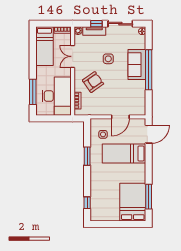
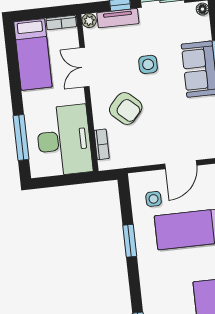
armchair: (93, 82) -> (126, 108), turned 77

